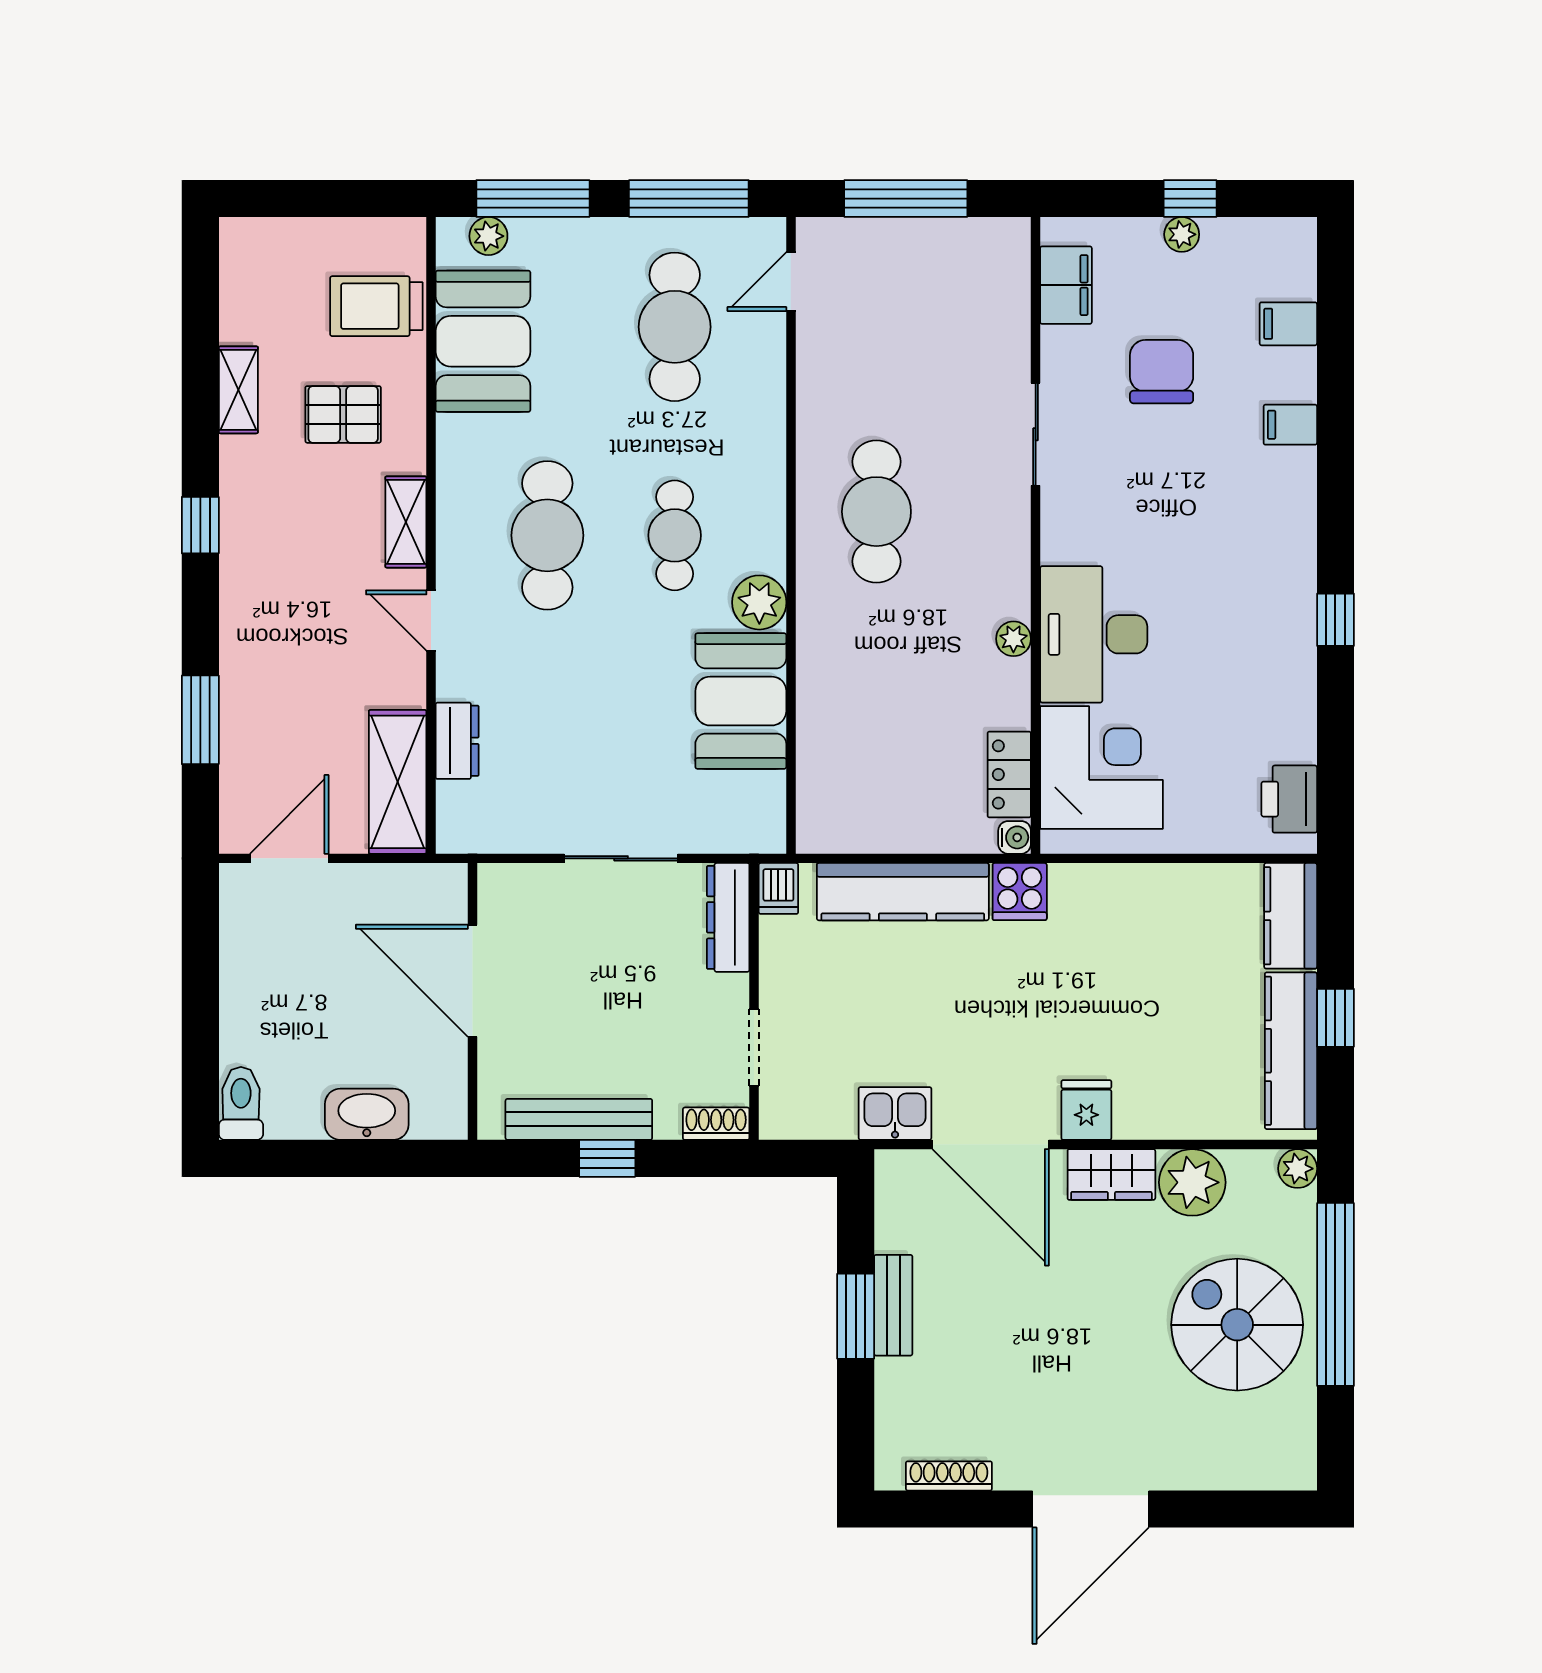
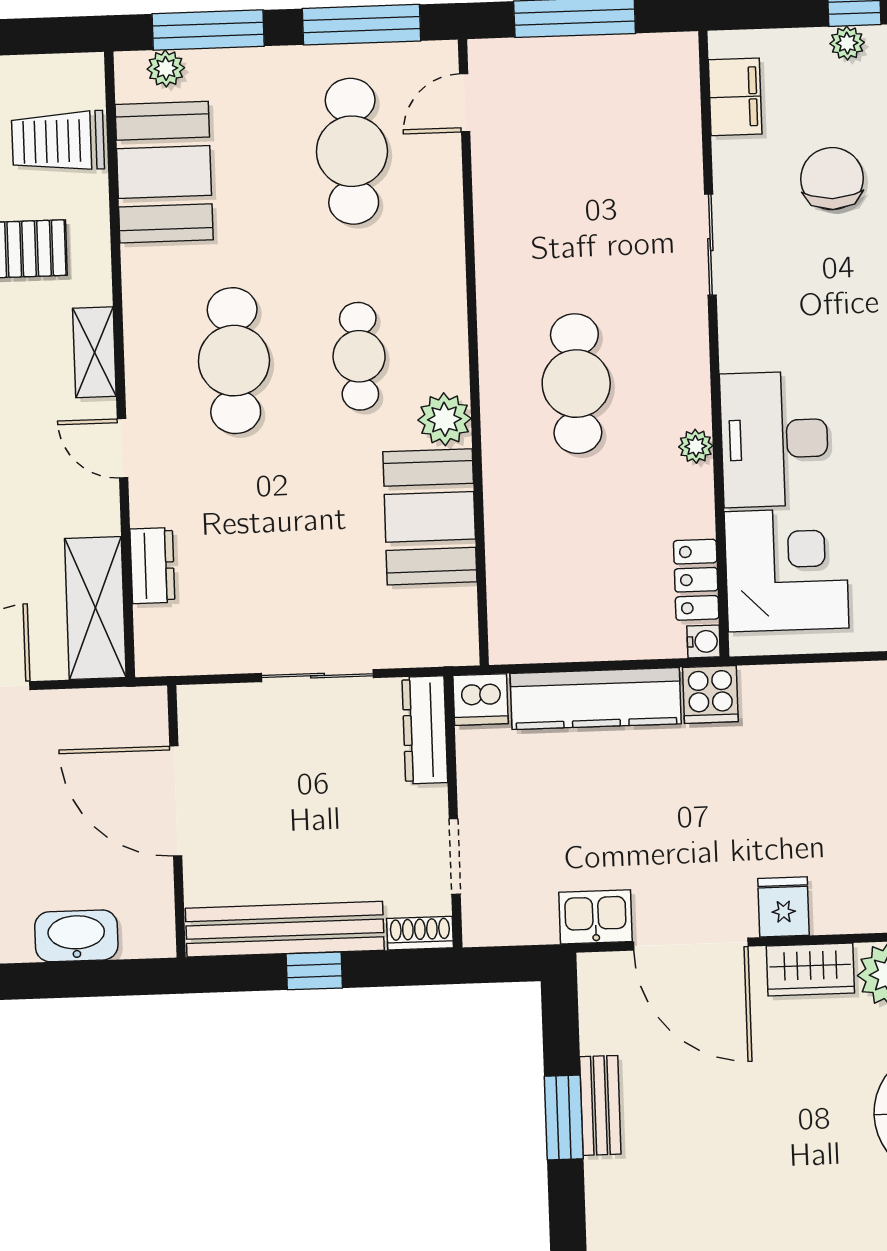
cafe table: (876, 512) -> (576, 384), moved
dishwasher: (778, 888) -> (481, 700), width x1.38
bench: (579, 1119) -> (285, 929), width x1.37, depth x1.21

